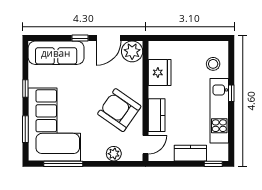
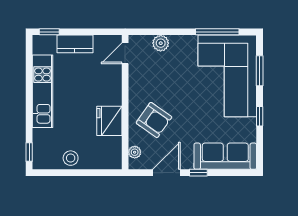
plant: (132, 51) -> (135, 152), width x0.53, depth x0.53
stool: (213, 64) -> (71, 158), moved
fridge: (160, 72) -> (109, 121), moved
window: (231, 93) -> (29, 152), moved
armchair: (119, 110) -> (154, 120), moved, width x0.73, depth x0.73
kitchen counter: (157, 115) -> (113, 86), removed

